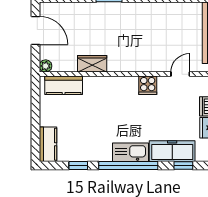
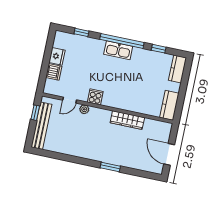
wardrobe: (92, 64) -> (127, 120), width x1.50
plant: (46, 66) -> (84, 109), moved
kitchen counter: (64, 85) -> (169, 105), moved, turned -90
freezer: (172, 151) -> (87, 45), removed

